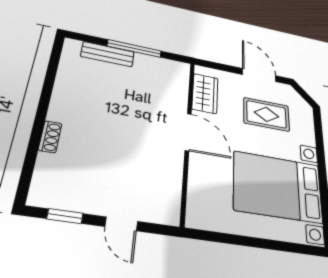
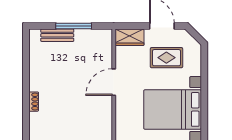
wardrobe: (205, 93) -> (129, 37), moved, turned 90
door: (188, 132) -> (114, 82), swing flipped

